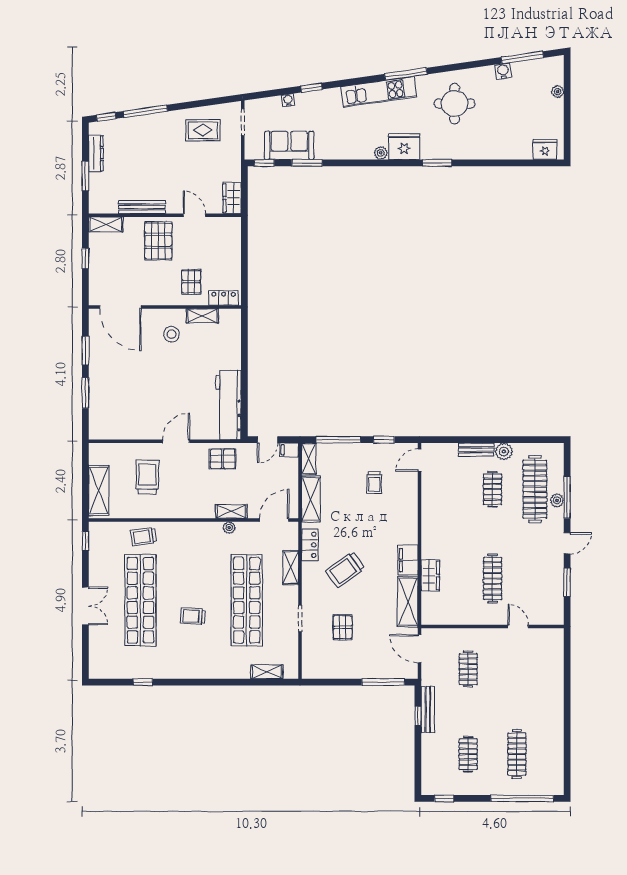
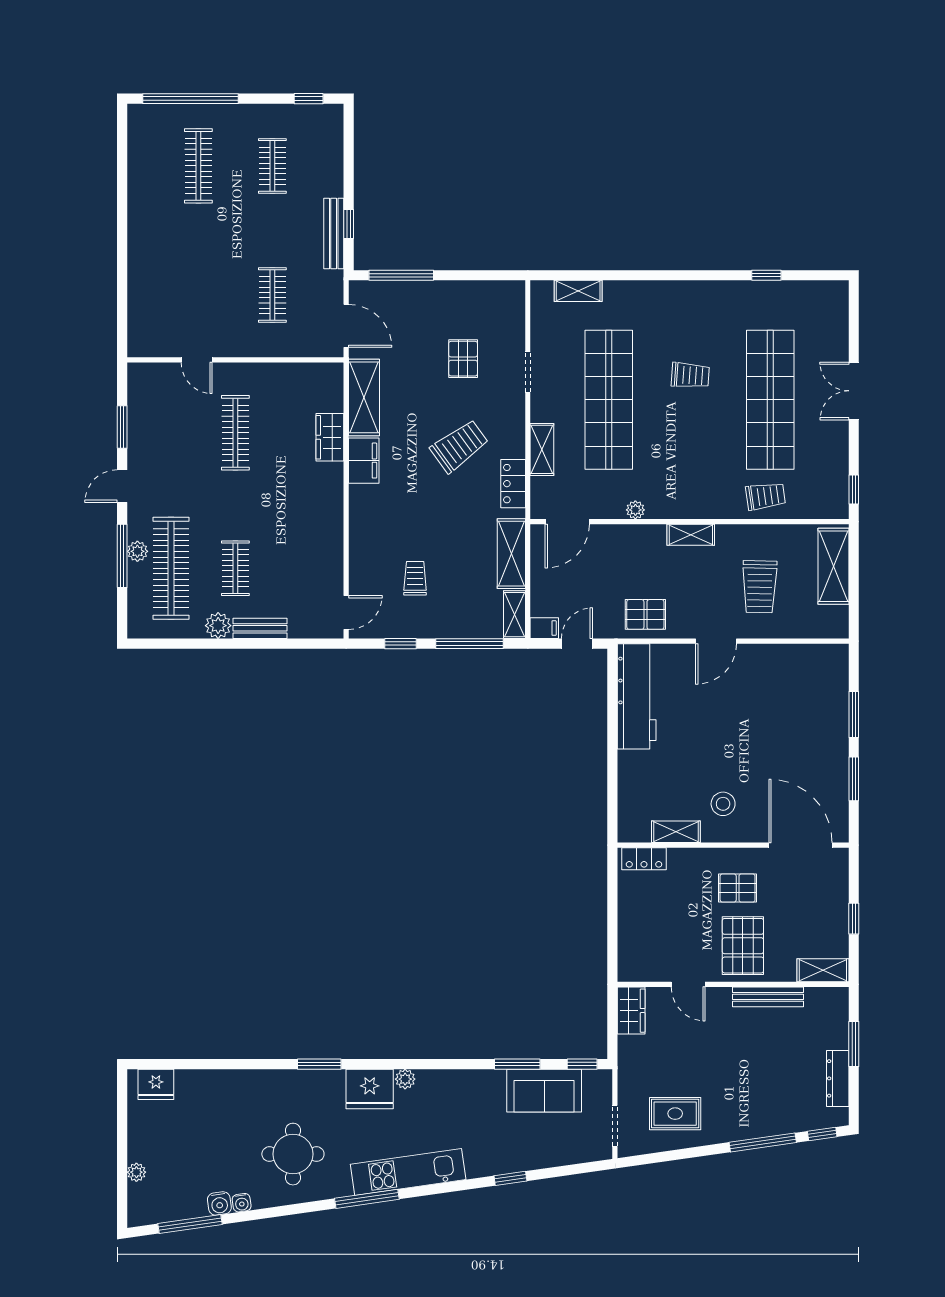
water cooler: (288, 100) -> (242, 1203), moved
pallet: (191, 282) -> (738, 888), moved, turned 90
shelving: (231, 511) -> (691, 535), moved

